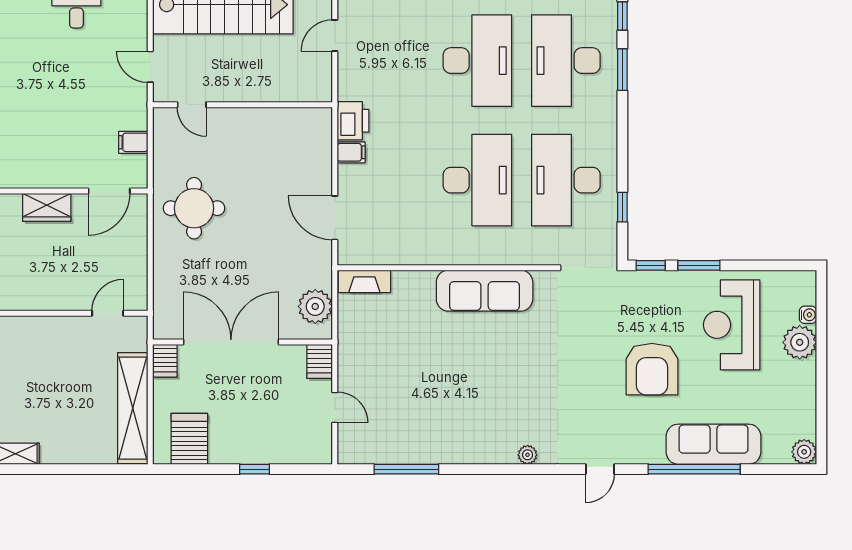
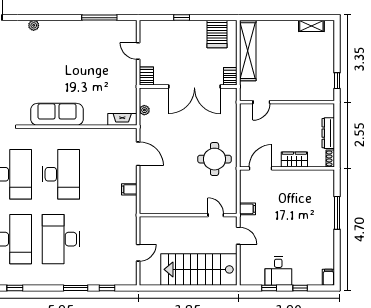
printer: (353, 121) -> (128, 206), removed
filing cabinet: (133, 142) -> (247, 209), moved
desk: (477, 180) -> (61, 174), turned 180
plant: (315, 306) -> (144, 110), width x0.53, depth x0.53

